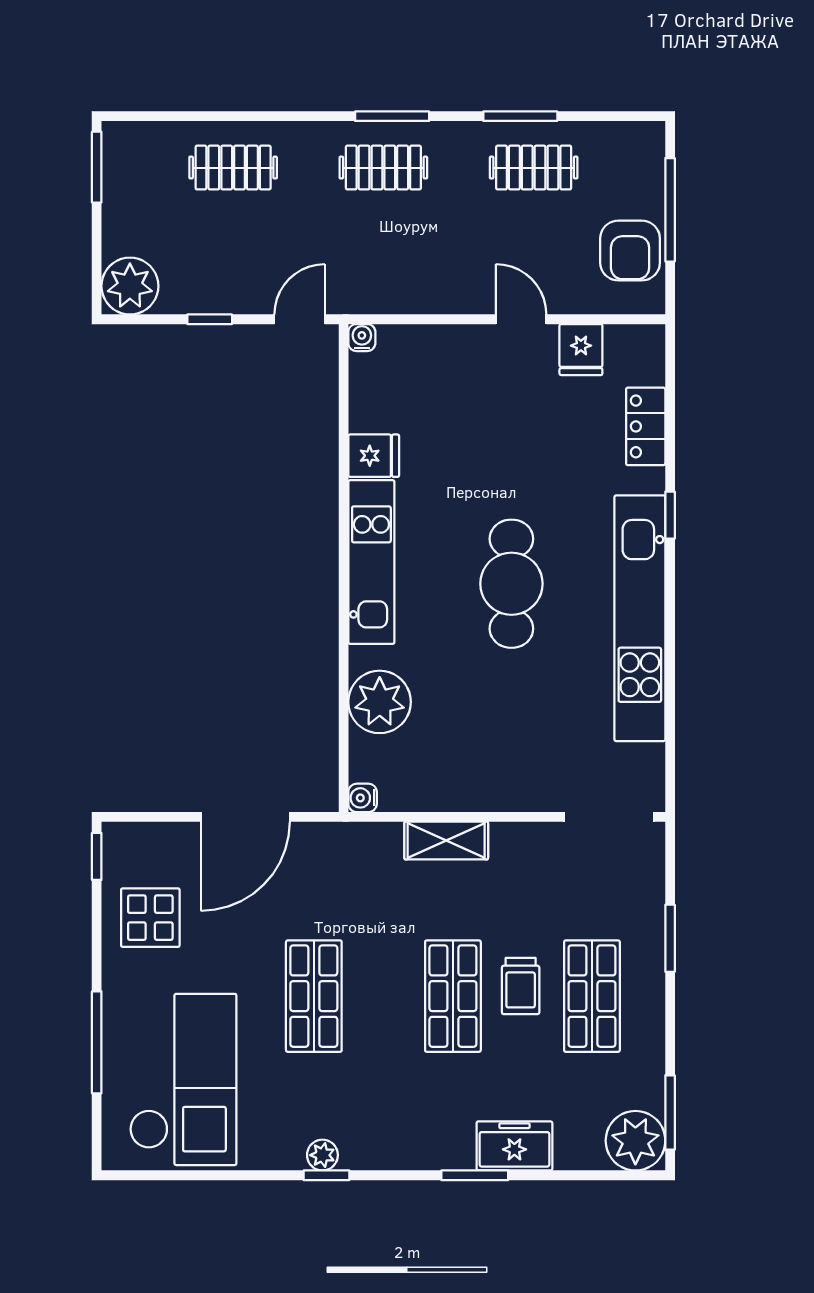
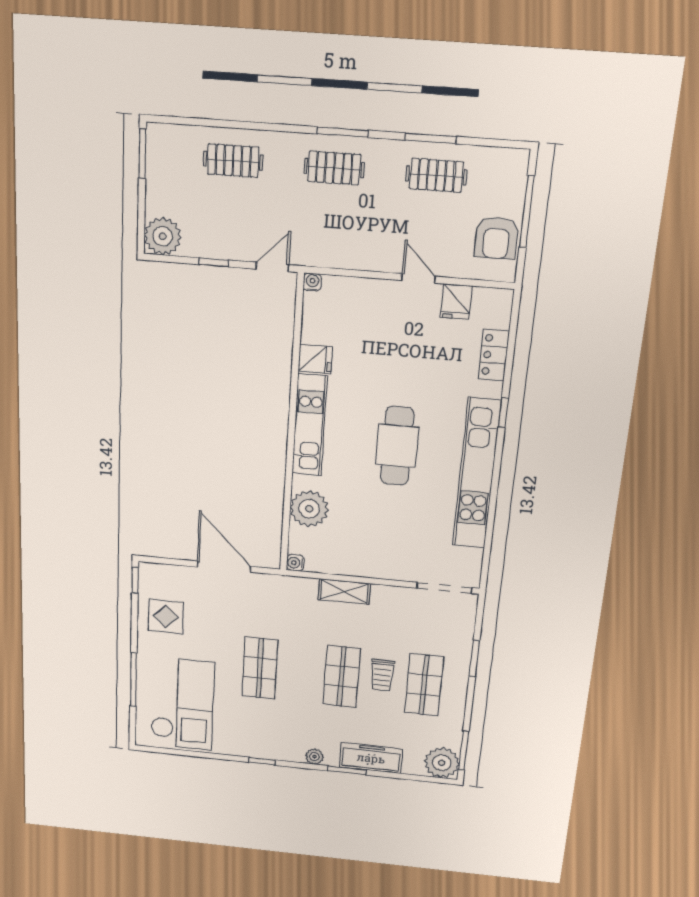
door: (245, 817) -> (224, 567), swing flipped
freezer: (514, 1146) -> (371, 758), width x1.40
plant: (322, 1155) -> (314, 757), moved

